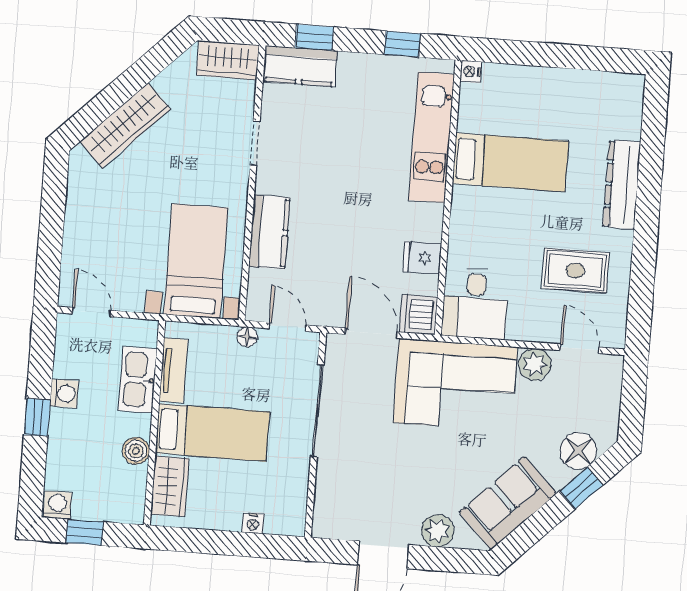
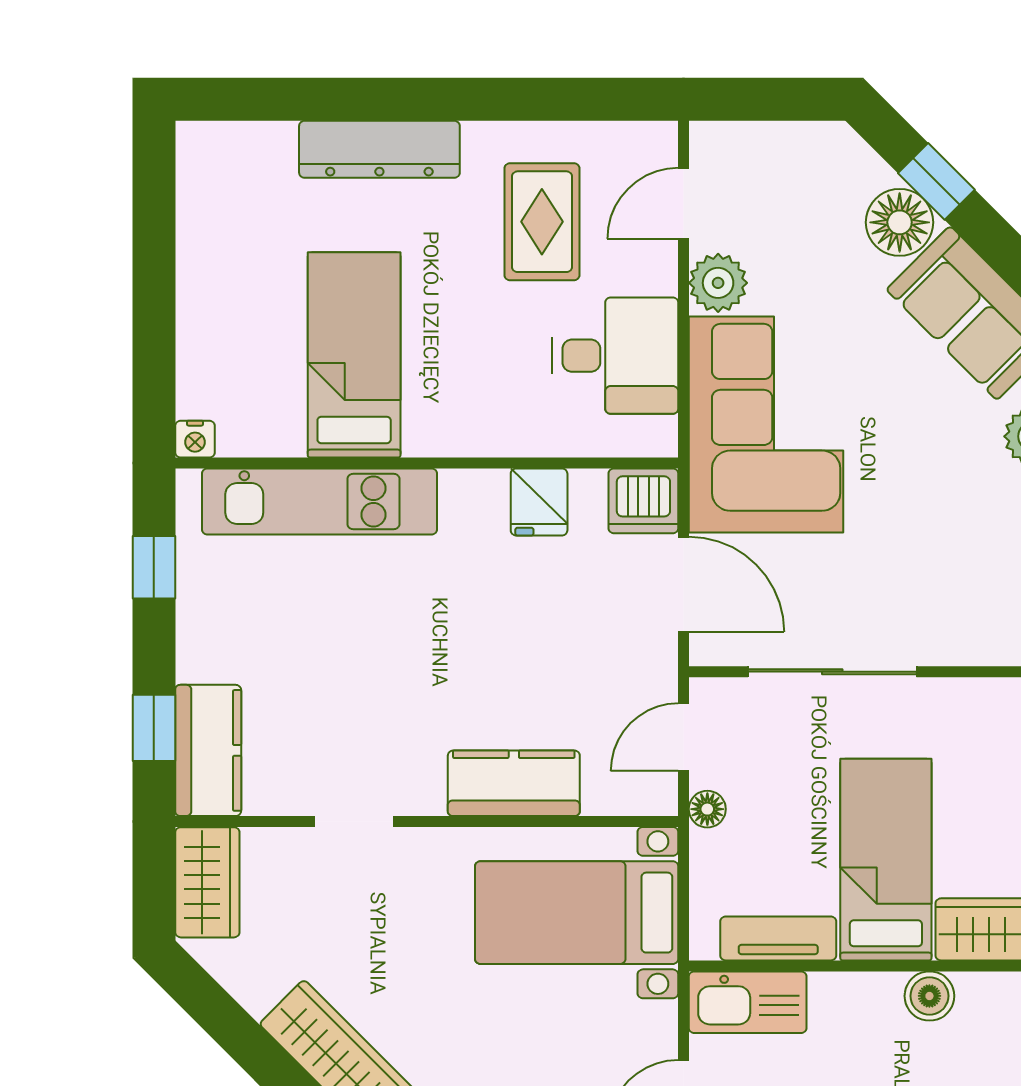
desk: (475, 303) -> (615, 356), moved
door: (371, 333) -> (684, 584), swing flipped
kitchen sink: (138, 380) -> (748, 1002), moved
floor lamp: (578, 451) -> (900, 222), moved

